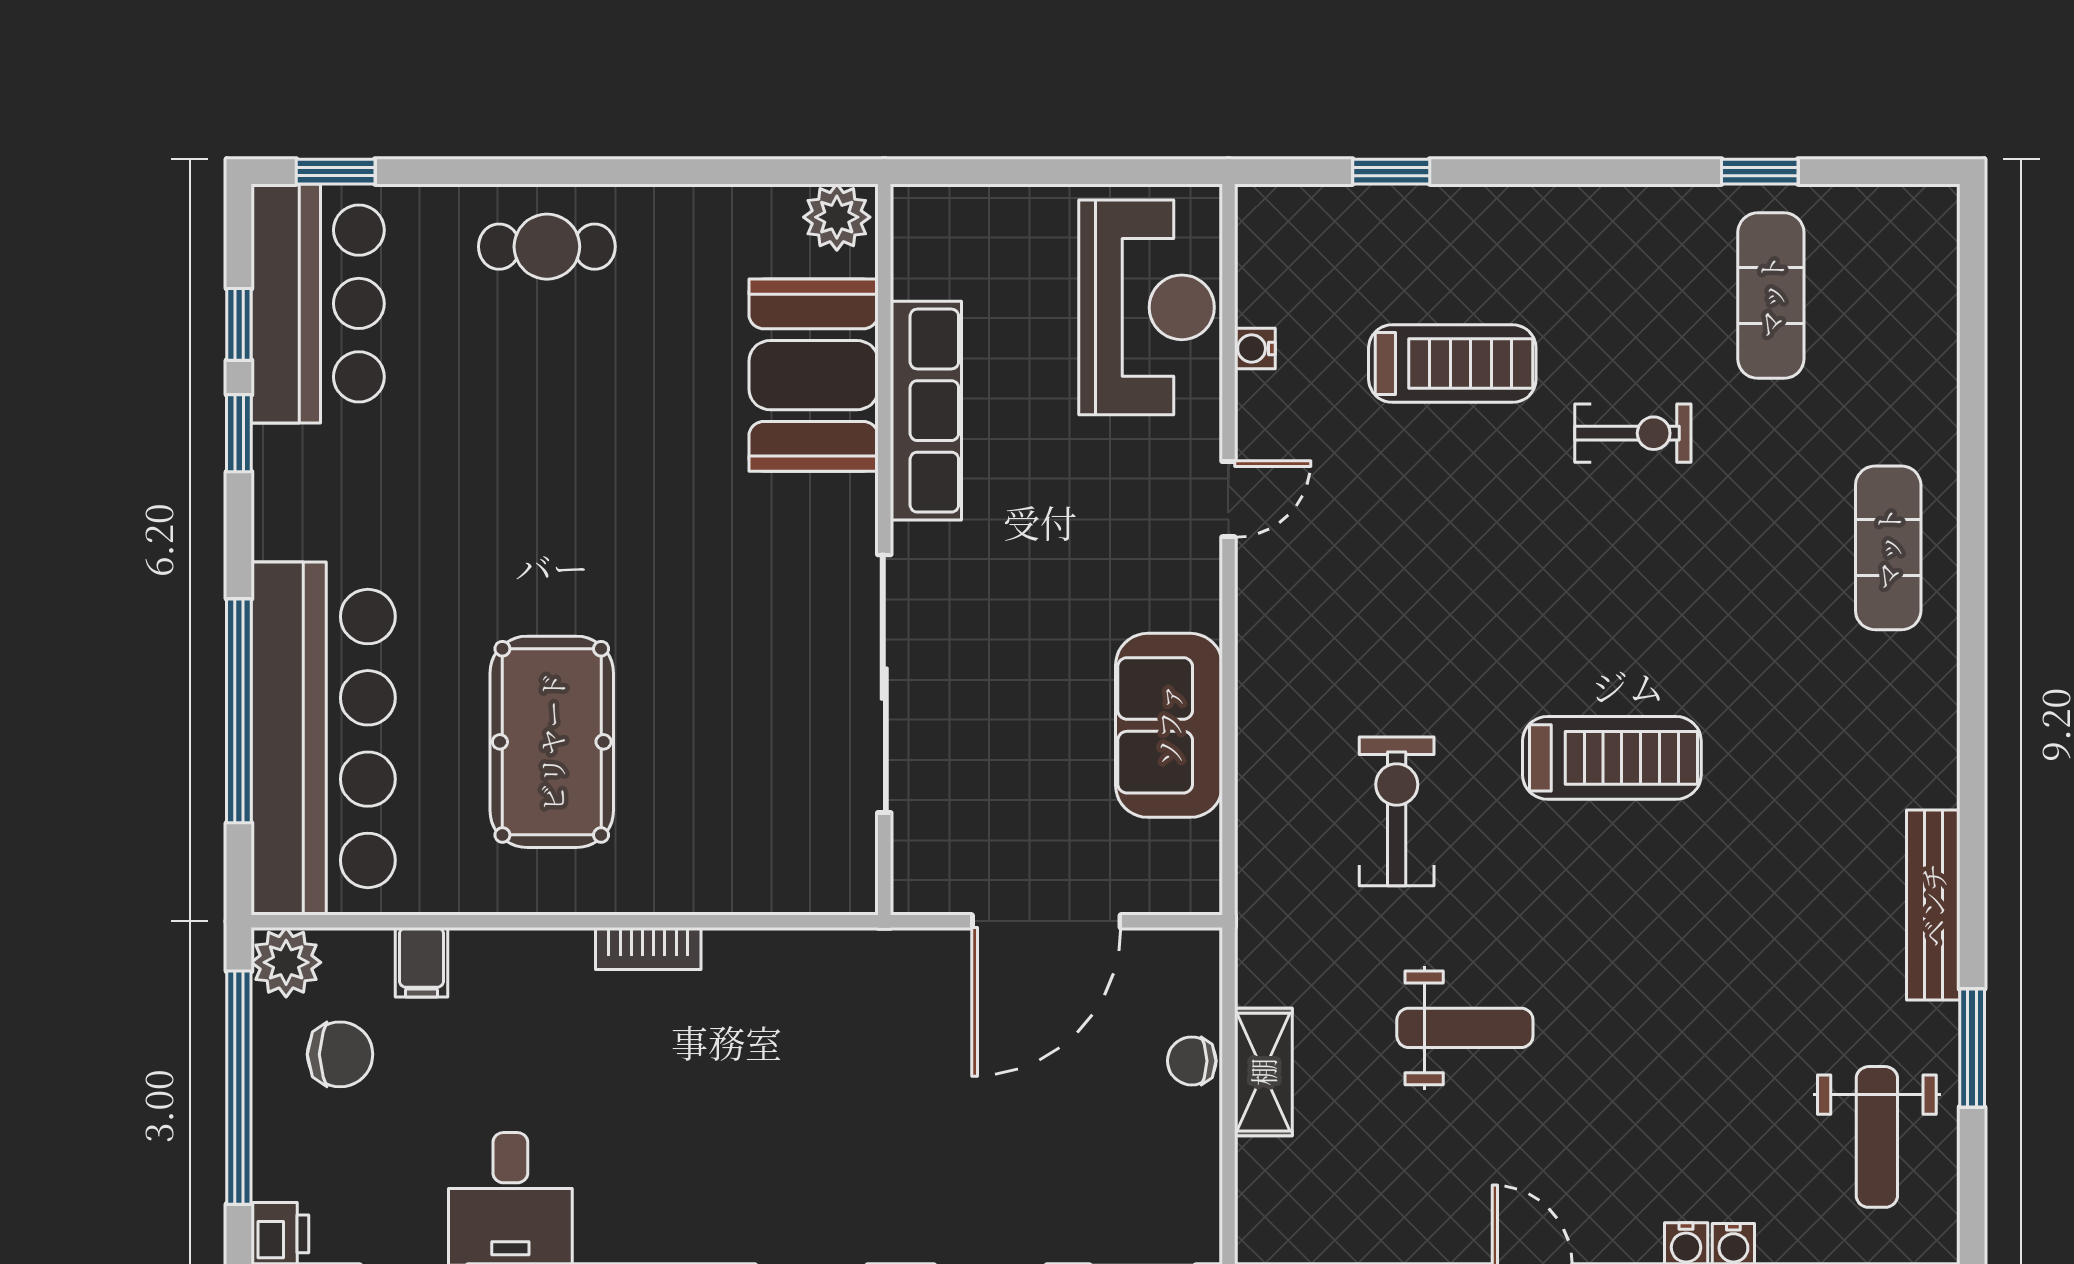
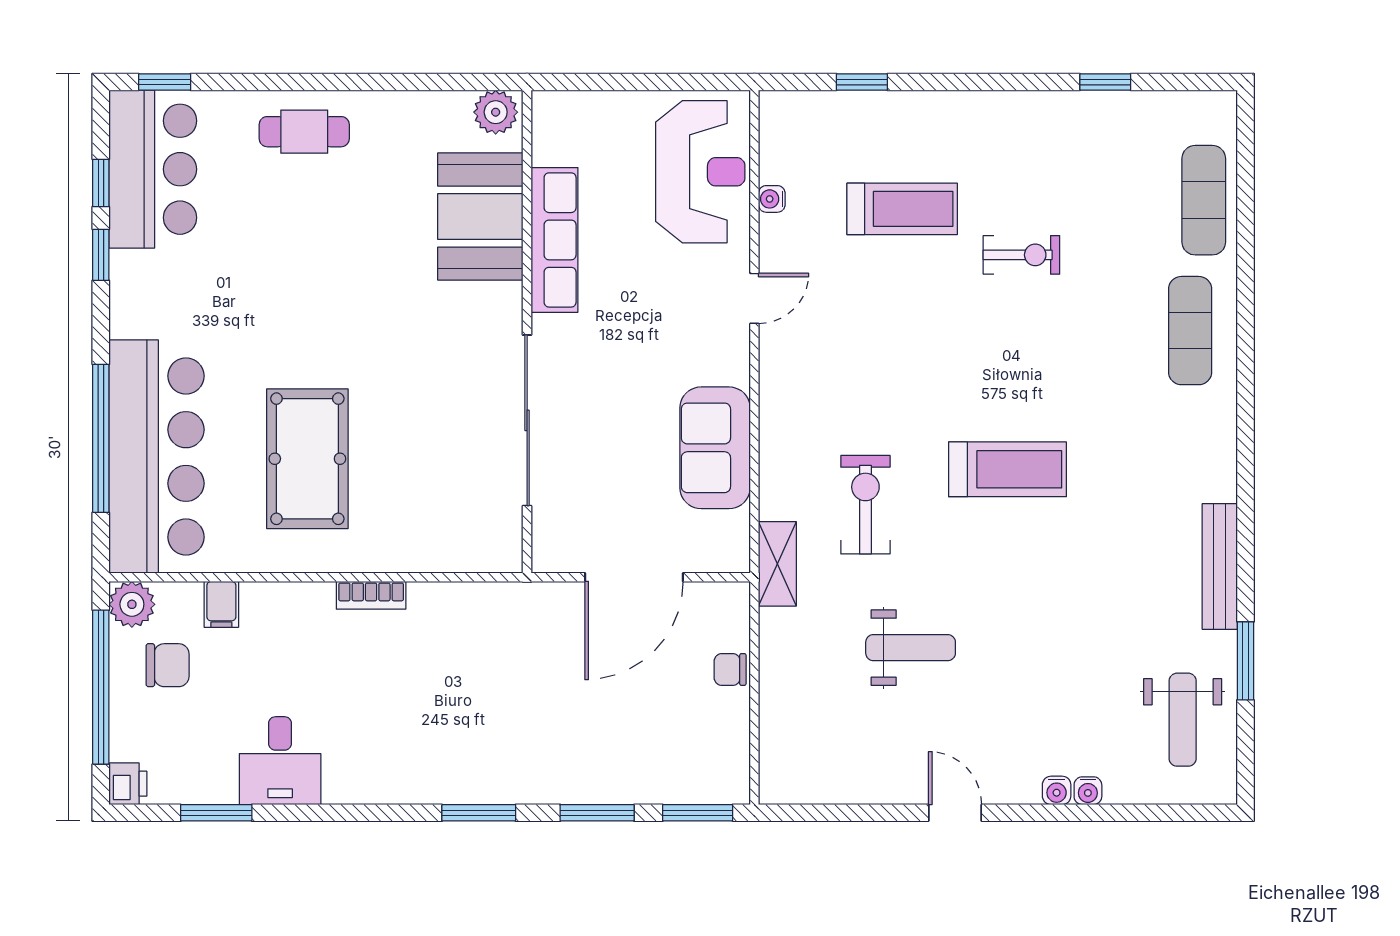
exercise mat: (1771, 296) -> (1204, 200), moved
shelving: (1263, 1072) -> (777, 564), moved

